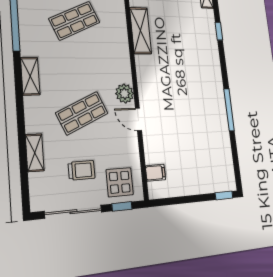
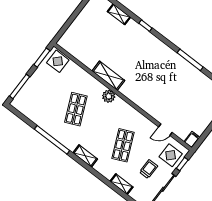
plant: (125, 94) -> (109, 96), moved
door: (138, 119) -> (165, 130), moved
filing cabinet: (156, 173) -> (192, 140), moved

